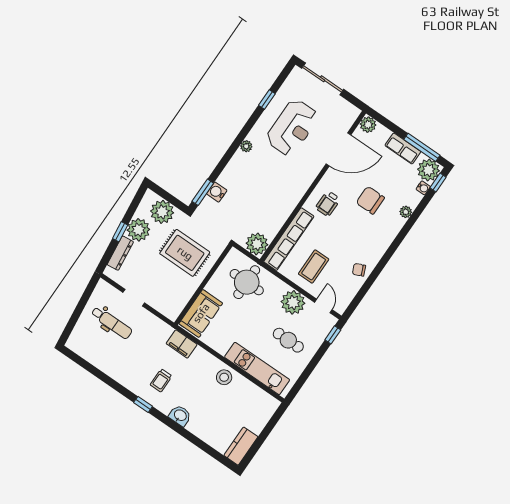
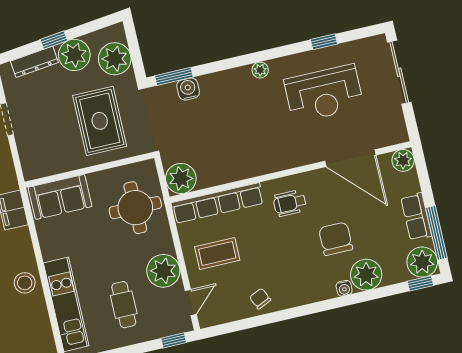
water cooler: (423, 188) -> (344, 288), moved
plant: (406, 212) -> (366, 275), width x1.87, depth x1.87

